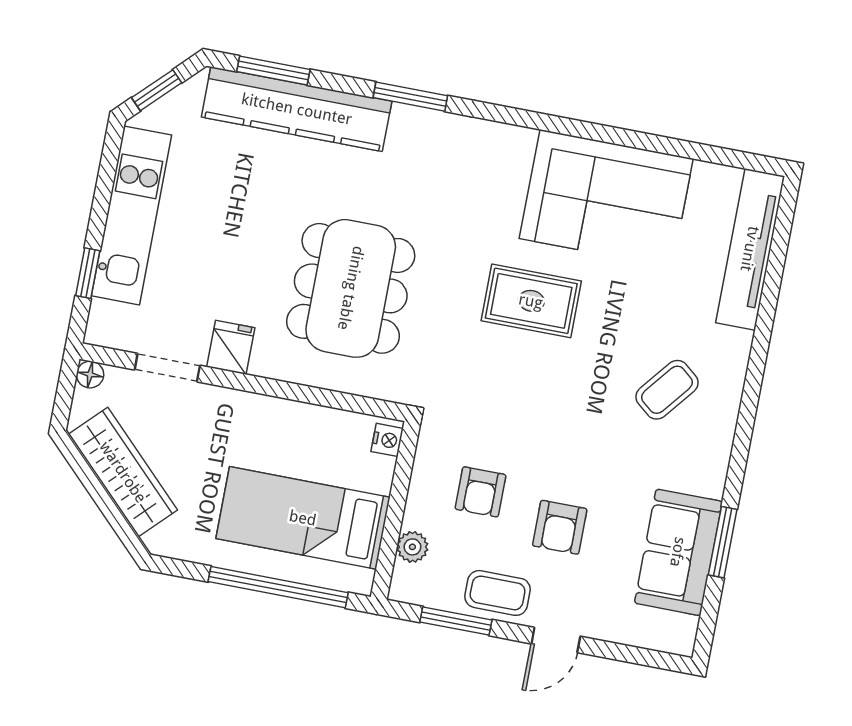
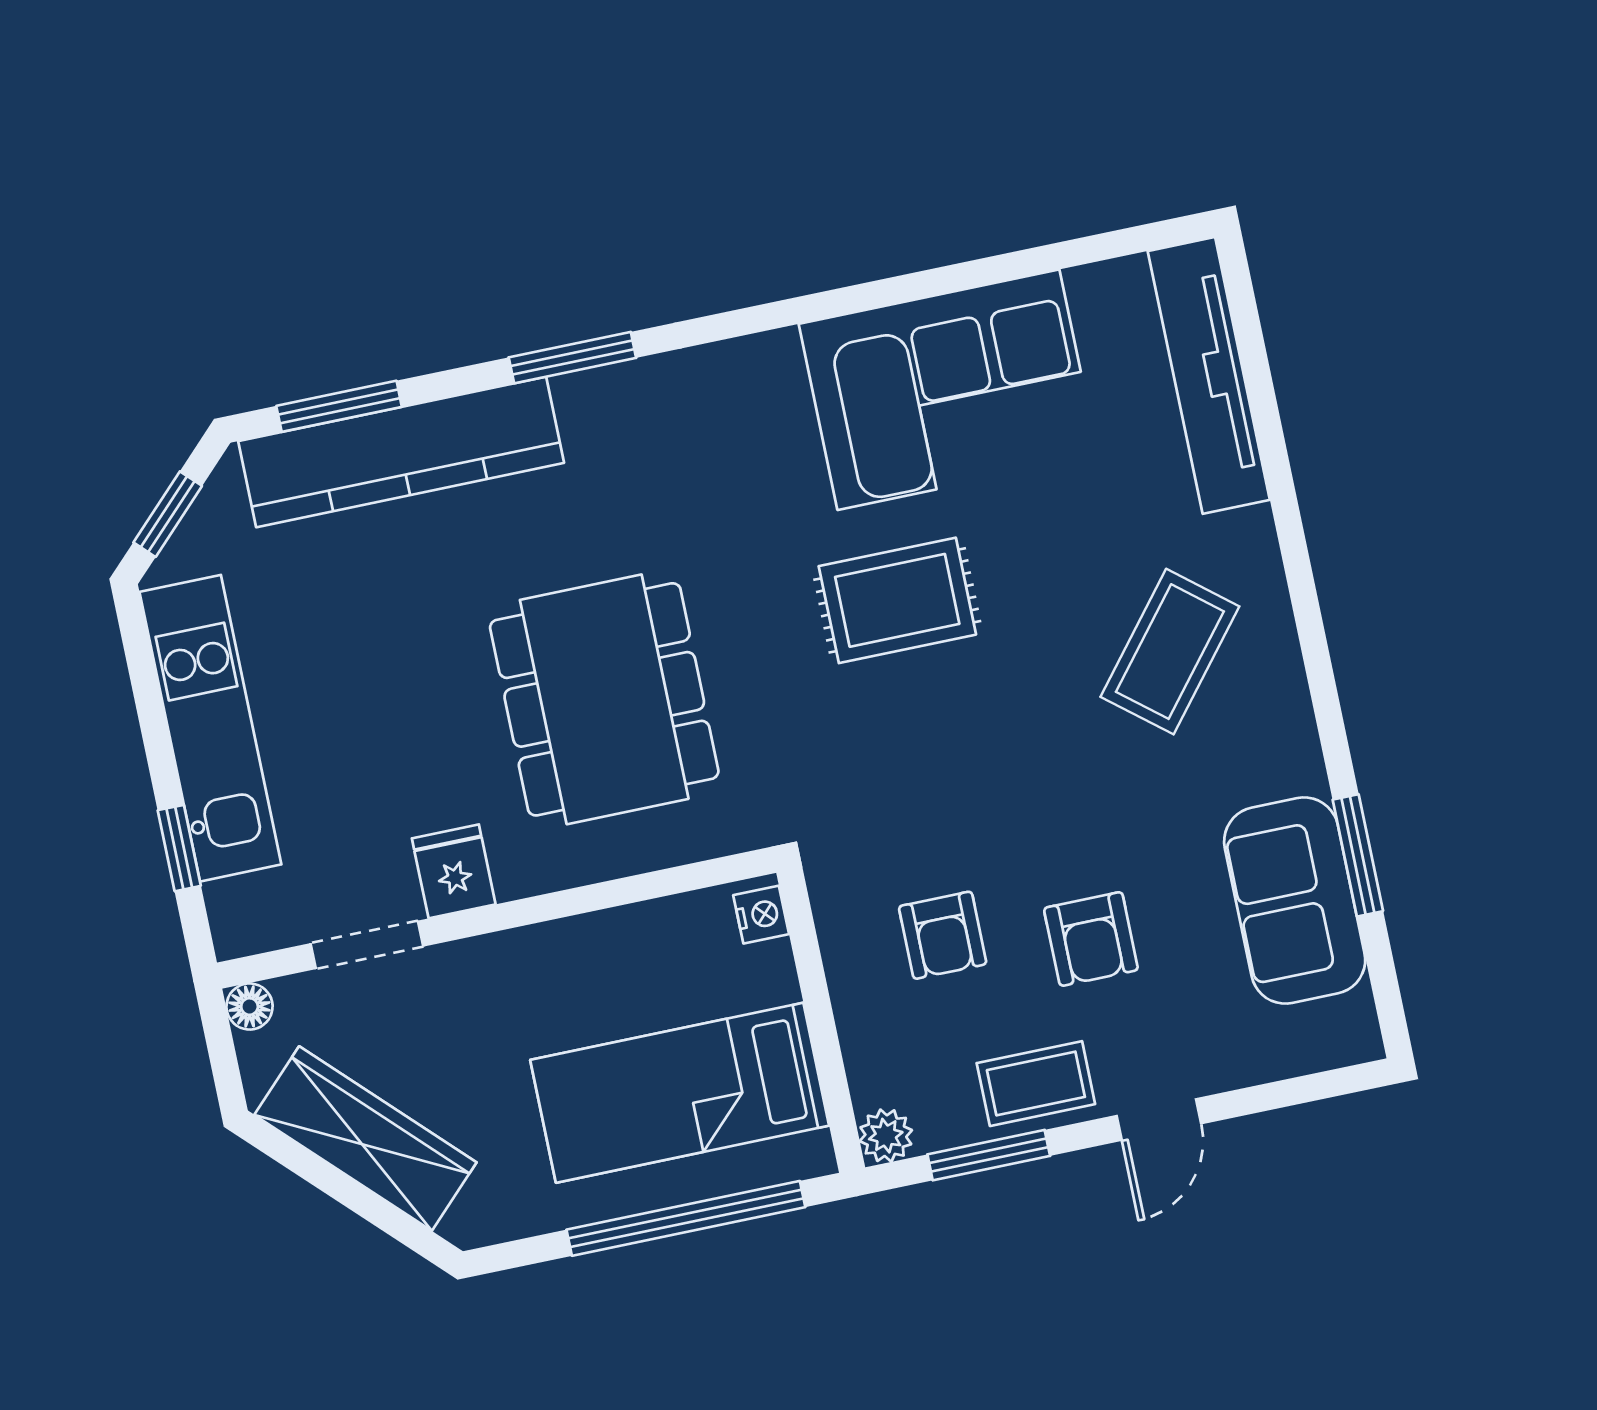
coffee table: (667, 390) -> (1170, 652), width x1.36, depth x1.30
plant: (412, 547) -> (886, 1136), moved

